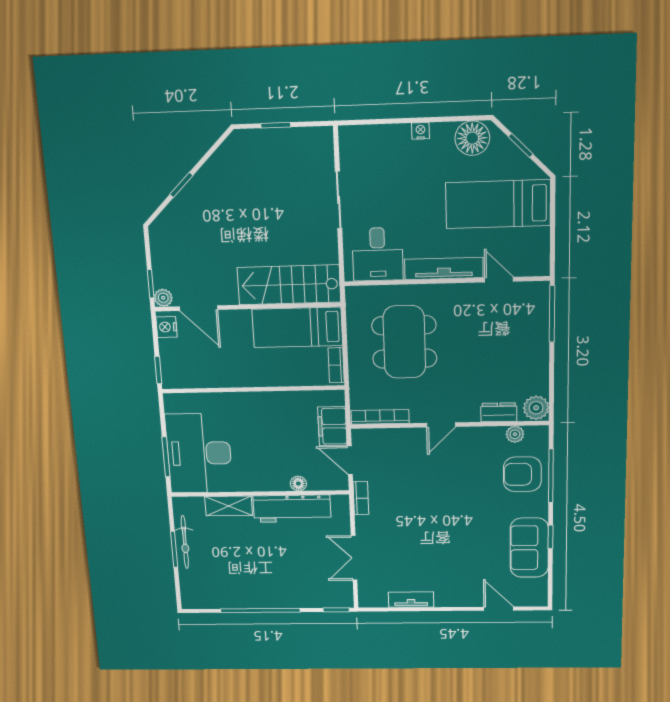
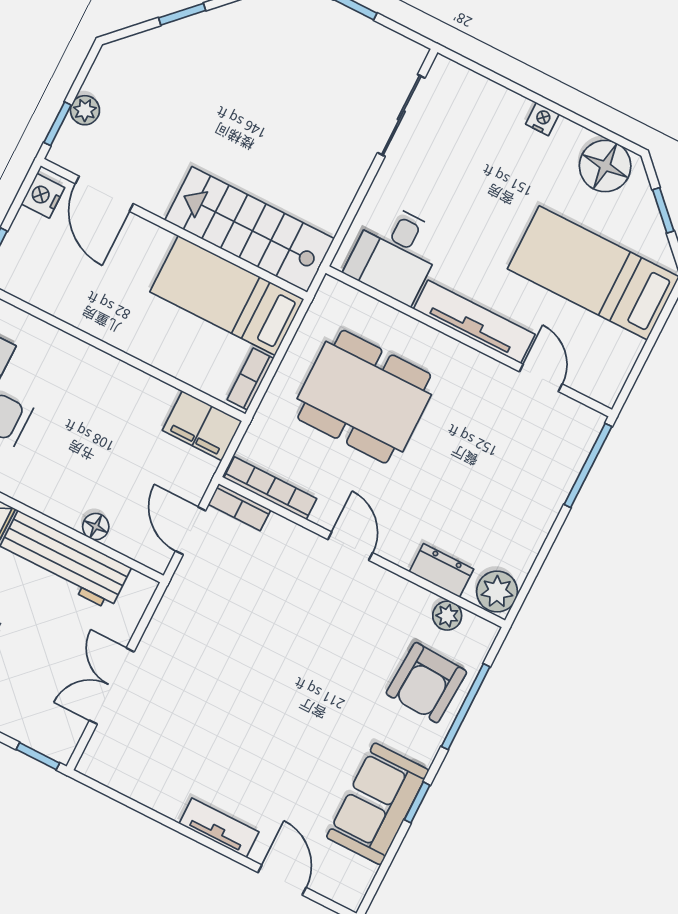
sliding door: (339, 200) -> (401, 115), moved
plant: (163, 298) -> (85, 110), moved
dining table: (404, 342) -> (364, 397), turned 90
door: (441, 425) -> (350, 546), swing flipped
filing cabinet: (332, 426) -> (202, 426), moved, turned -90
armchair: (522, 474) -> (426, 683), turned -87
bookcase: (361, 498) -> (239, 507), moved, turned 90
tv unit: (411, 600) -> (219, 828), moved

